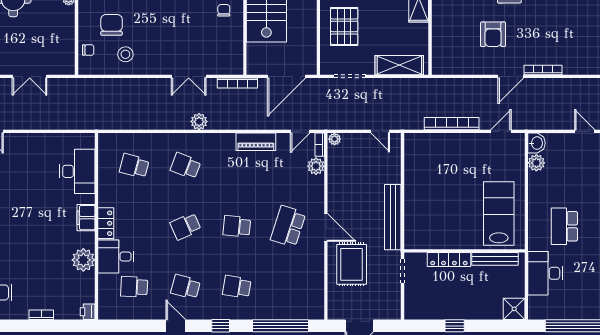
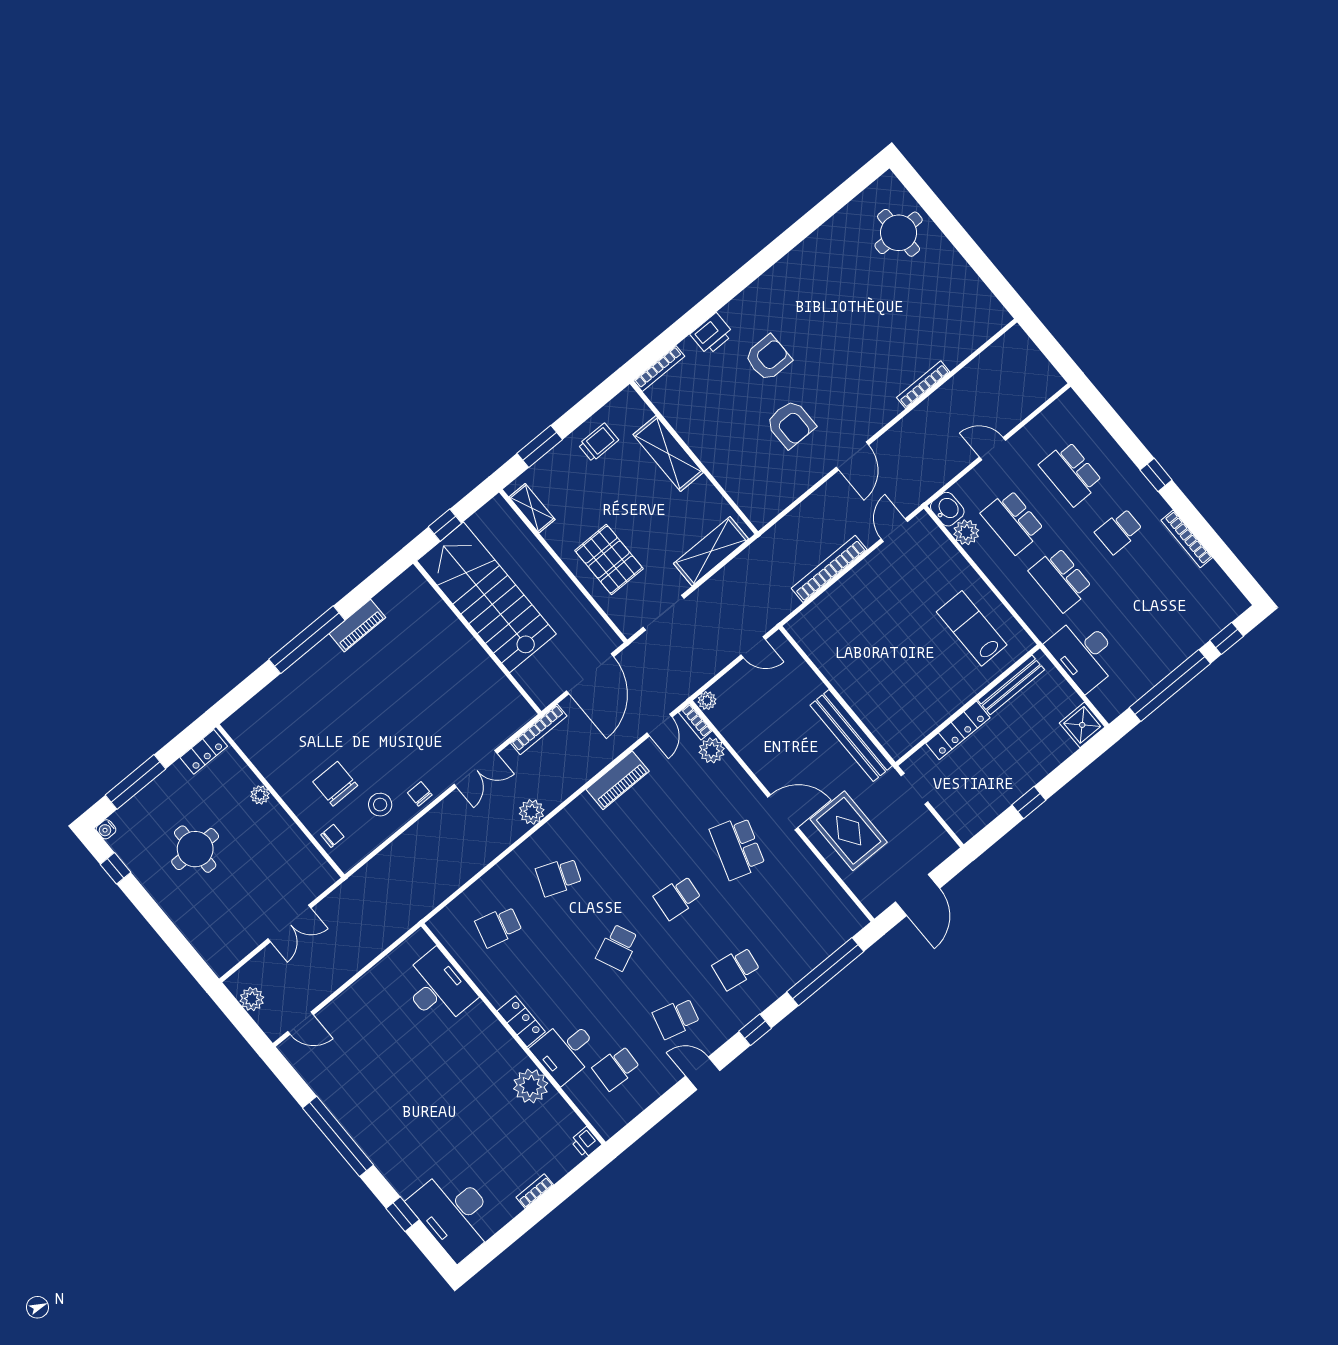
chair: (224, 10) -> (420, 794), moved
bookcase: (543, 70) -> (923, 385), moved
school desk: (564, 177) -> (1013, 522), added
lab bench: (499, 214) -> (972, 628), width x0.73, depth x0.72
filing cabinet: (86, 218) -> (493, 1034), removed

